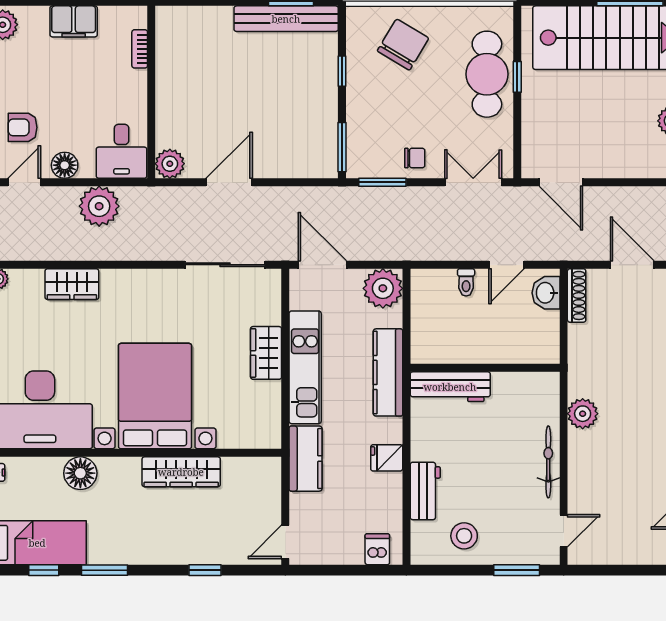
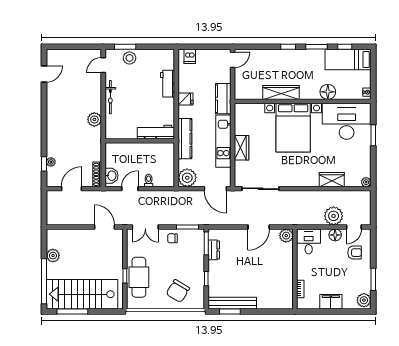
dresser: (326, 133) -> (214, 250), added
plant: (99, 206) -> (334, 216), moved
door: (632, 265) -> (71, 189), swing flipped
stool: (464, 536) -> (130, 58), moved
window: (205, 570) -> (288, 47), moved

